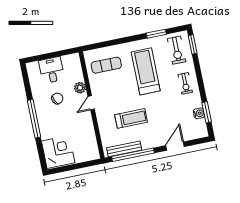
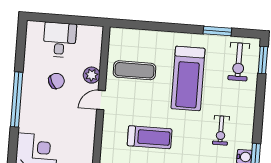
exercise mat: (106, 65) -> (135, 70), moved
treadmill: (146, 71) -> (188, 78), turned 180
exercise bike: (185, 83) -> (221, 130), moved

